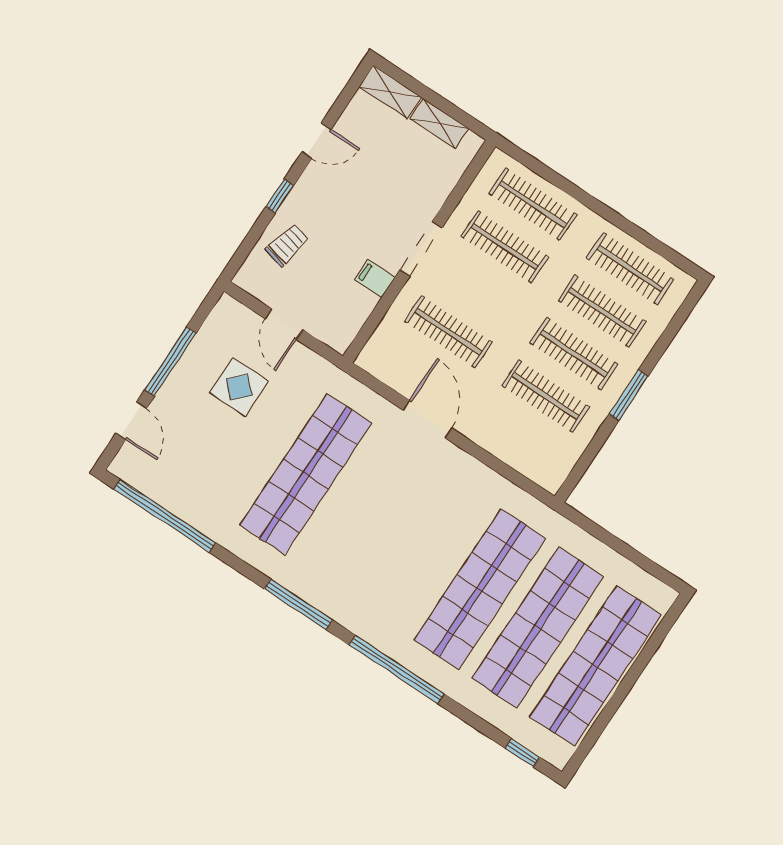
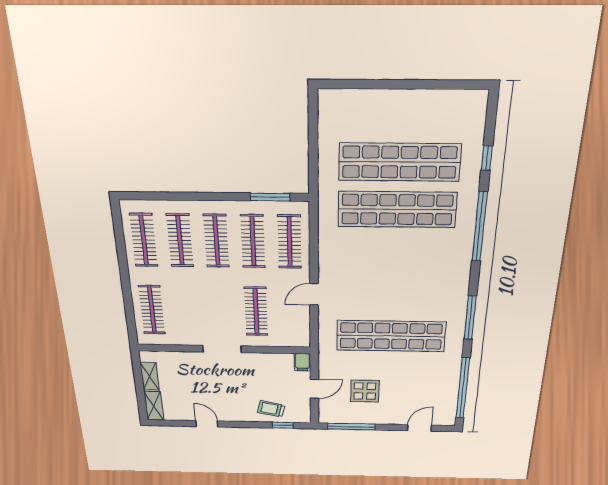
window: (280, 196) -> (283, 425), moved
clothes rail: (505, 247) -> (290, 242), moved
filing cabinet: (375, 279) -> (302, 362), moved
window: (170, 362) -> (351, 427), moved
window: (629, 395) -> (270, 197), moved
door: (427, 419) -> (314, 294), width x0.73
window: (298, 604) -> (470, 318), moved
shop shelf: (596, 666) -> (402, 112), removed
window: (523, 753) -> (487, 158), moved

